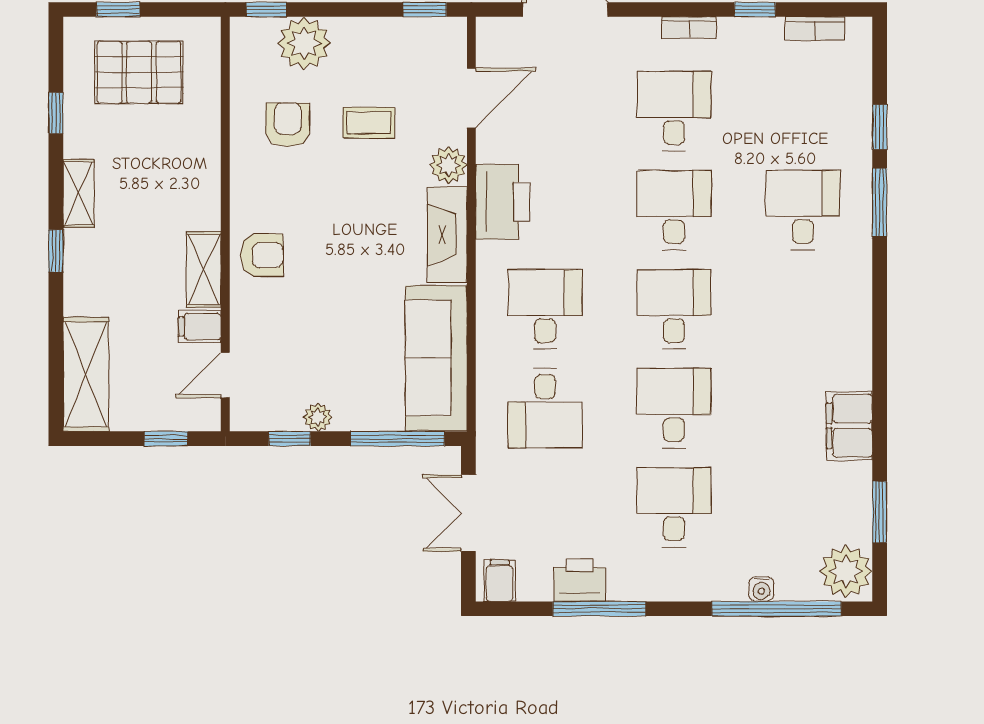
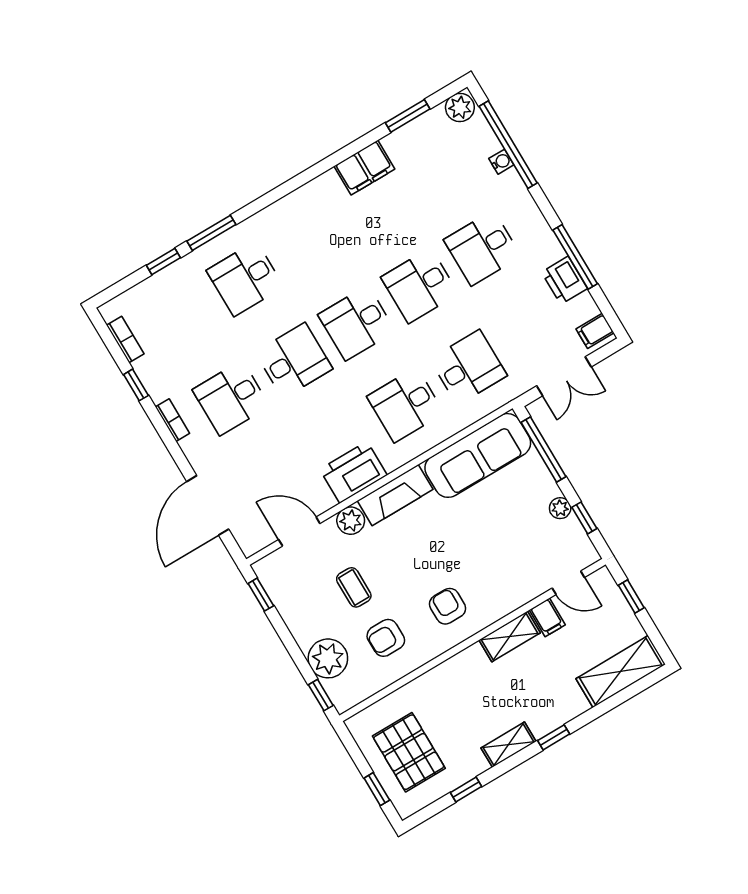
desk: (674, 210) -> (294, 360), turned 180
armchair: (262, 255) -> (448, 606), moved
plant: (846, 571) -> (460, 107), width x0.73, depth x0.73

